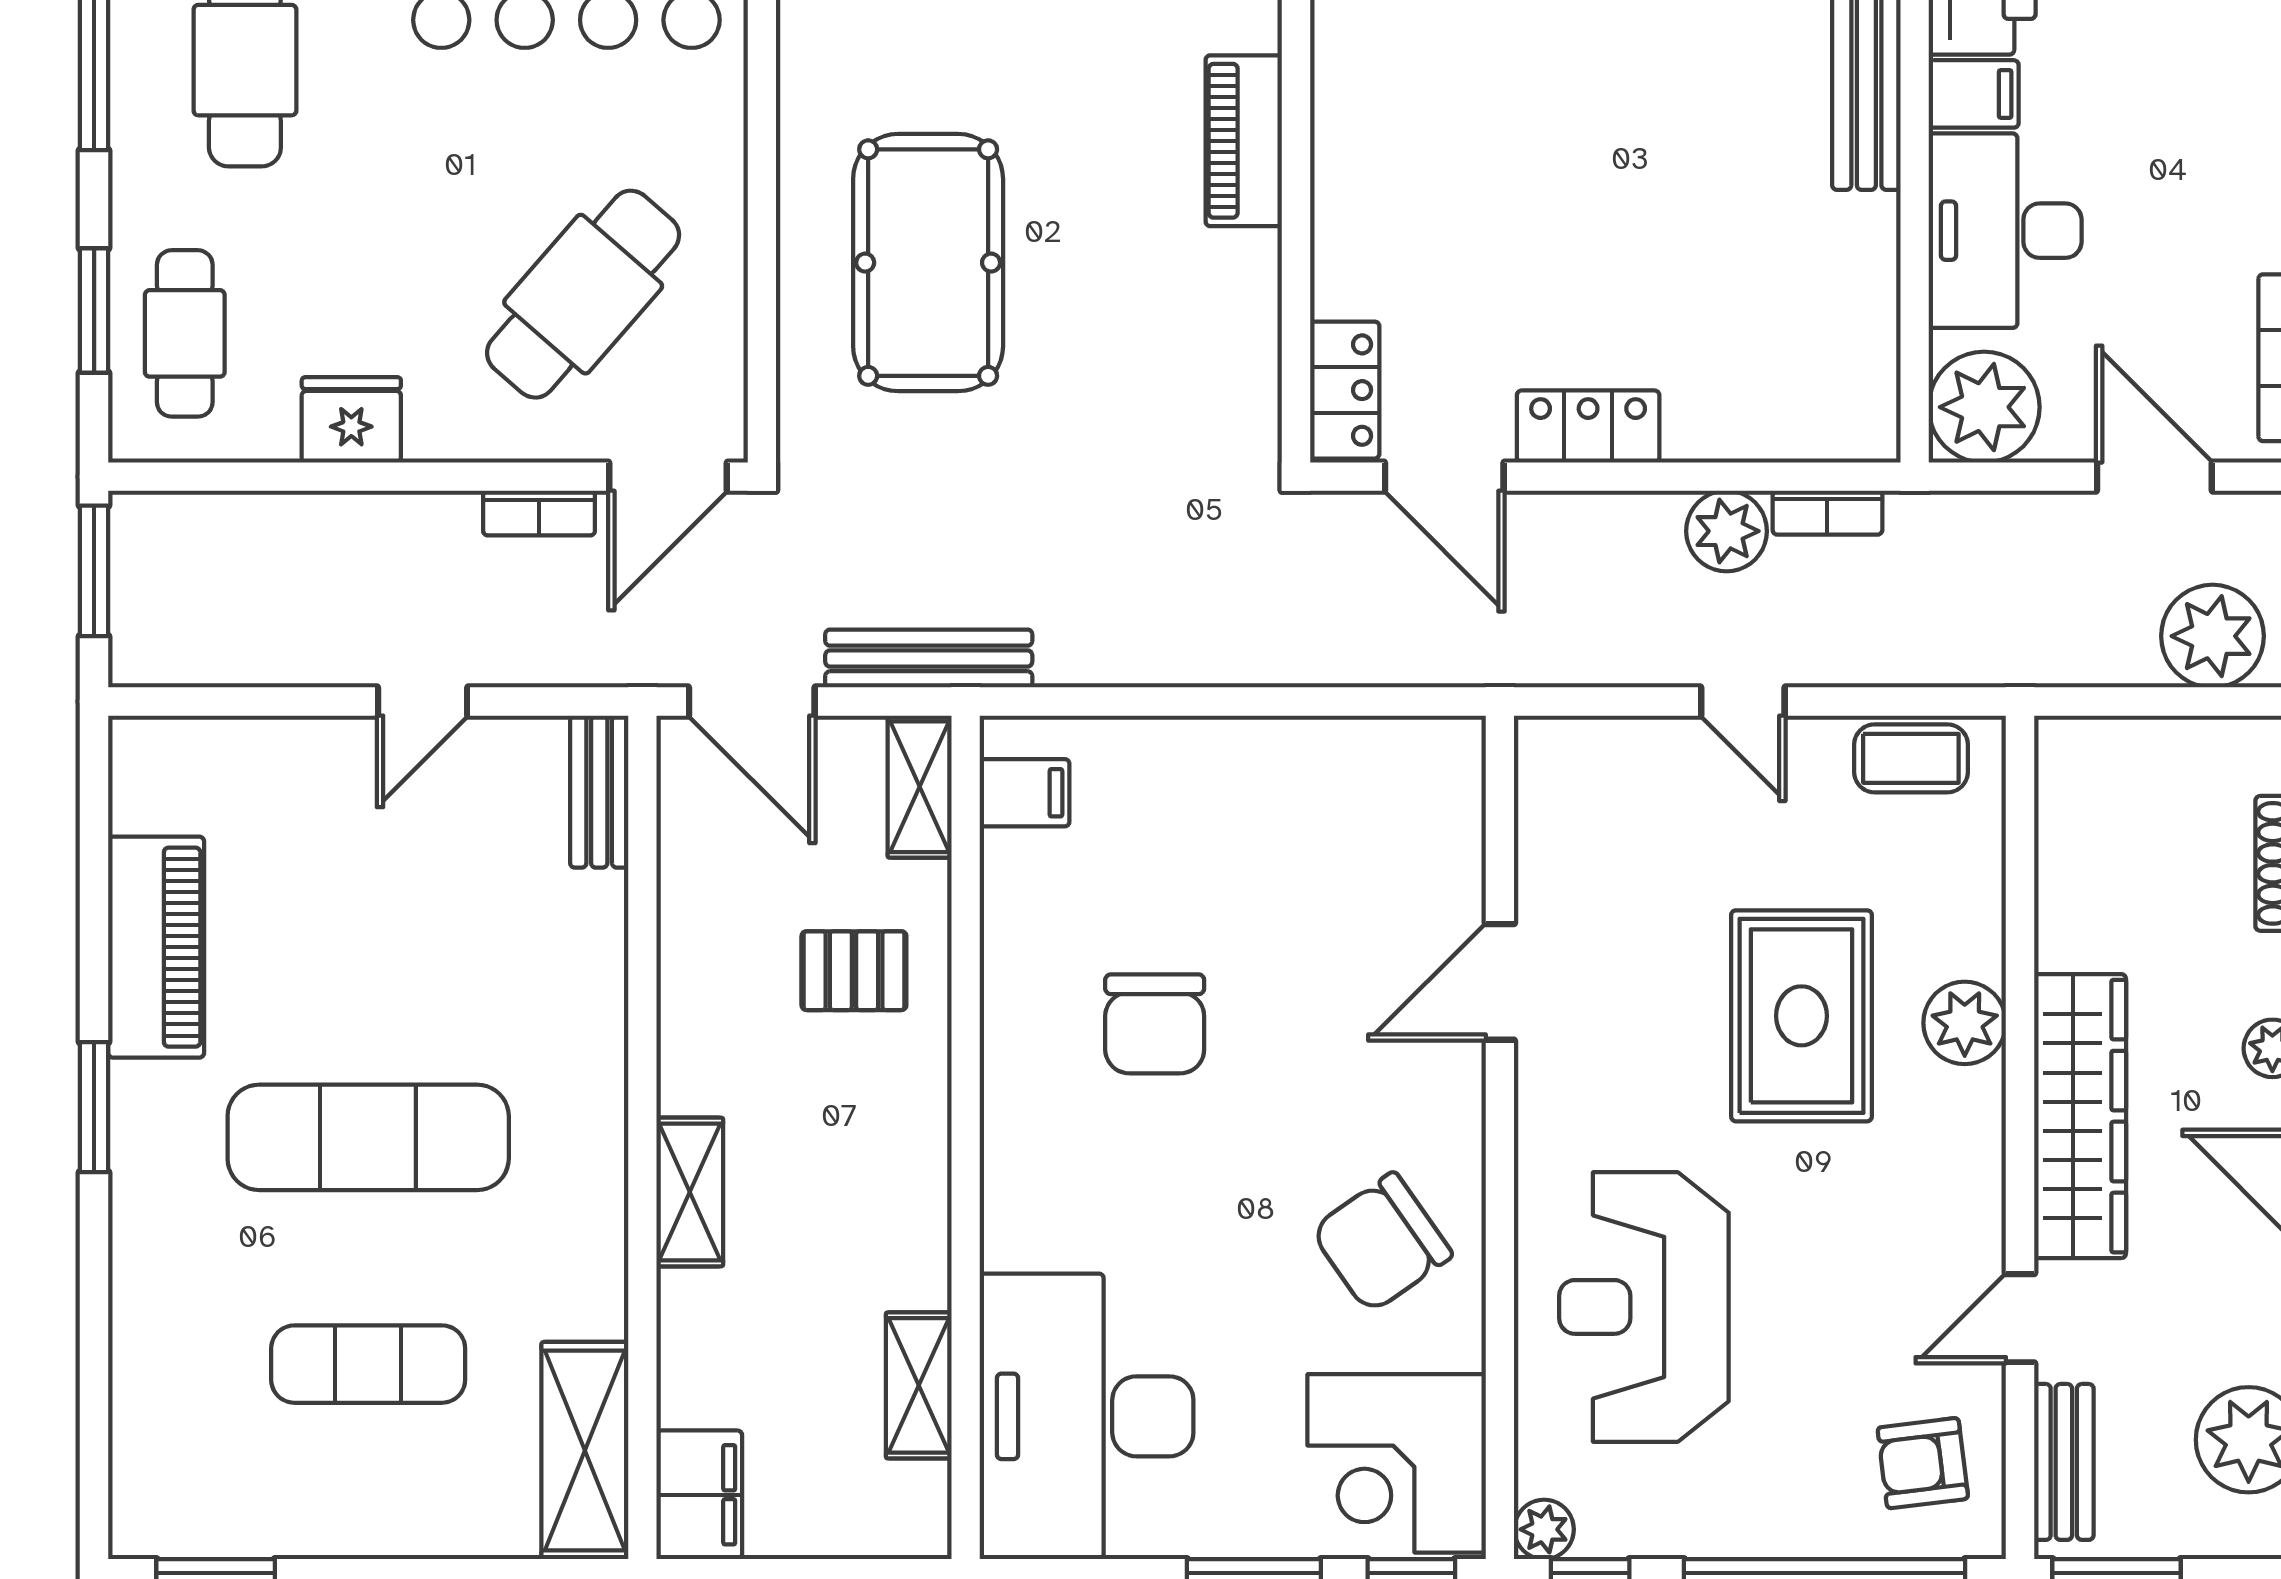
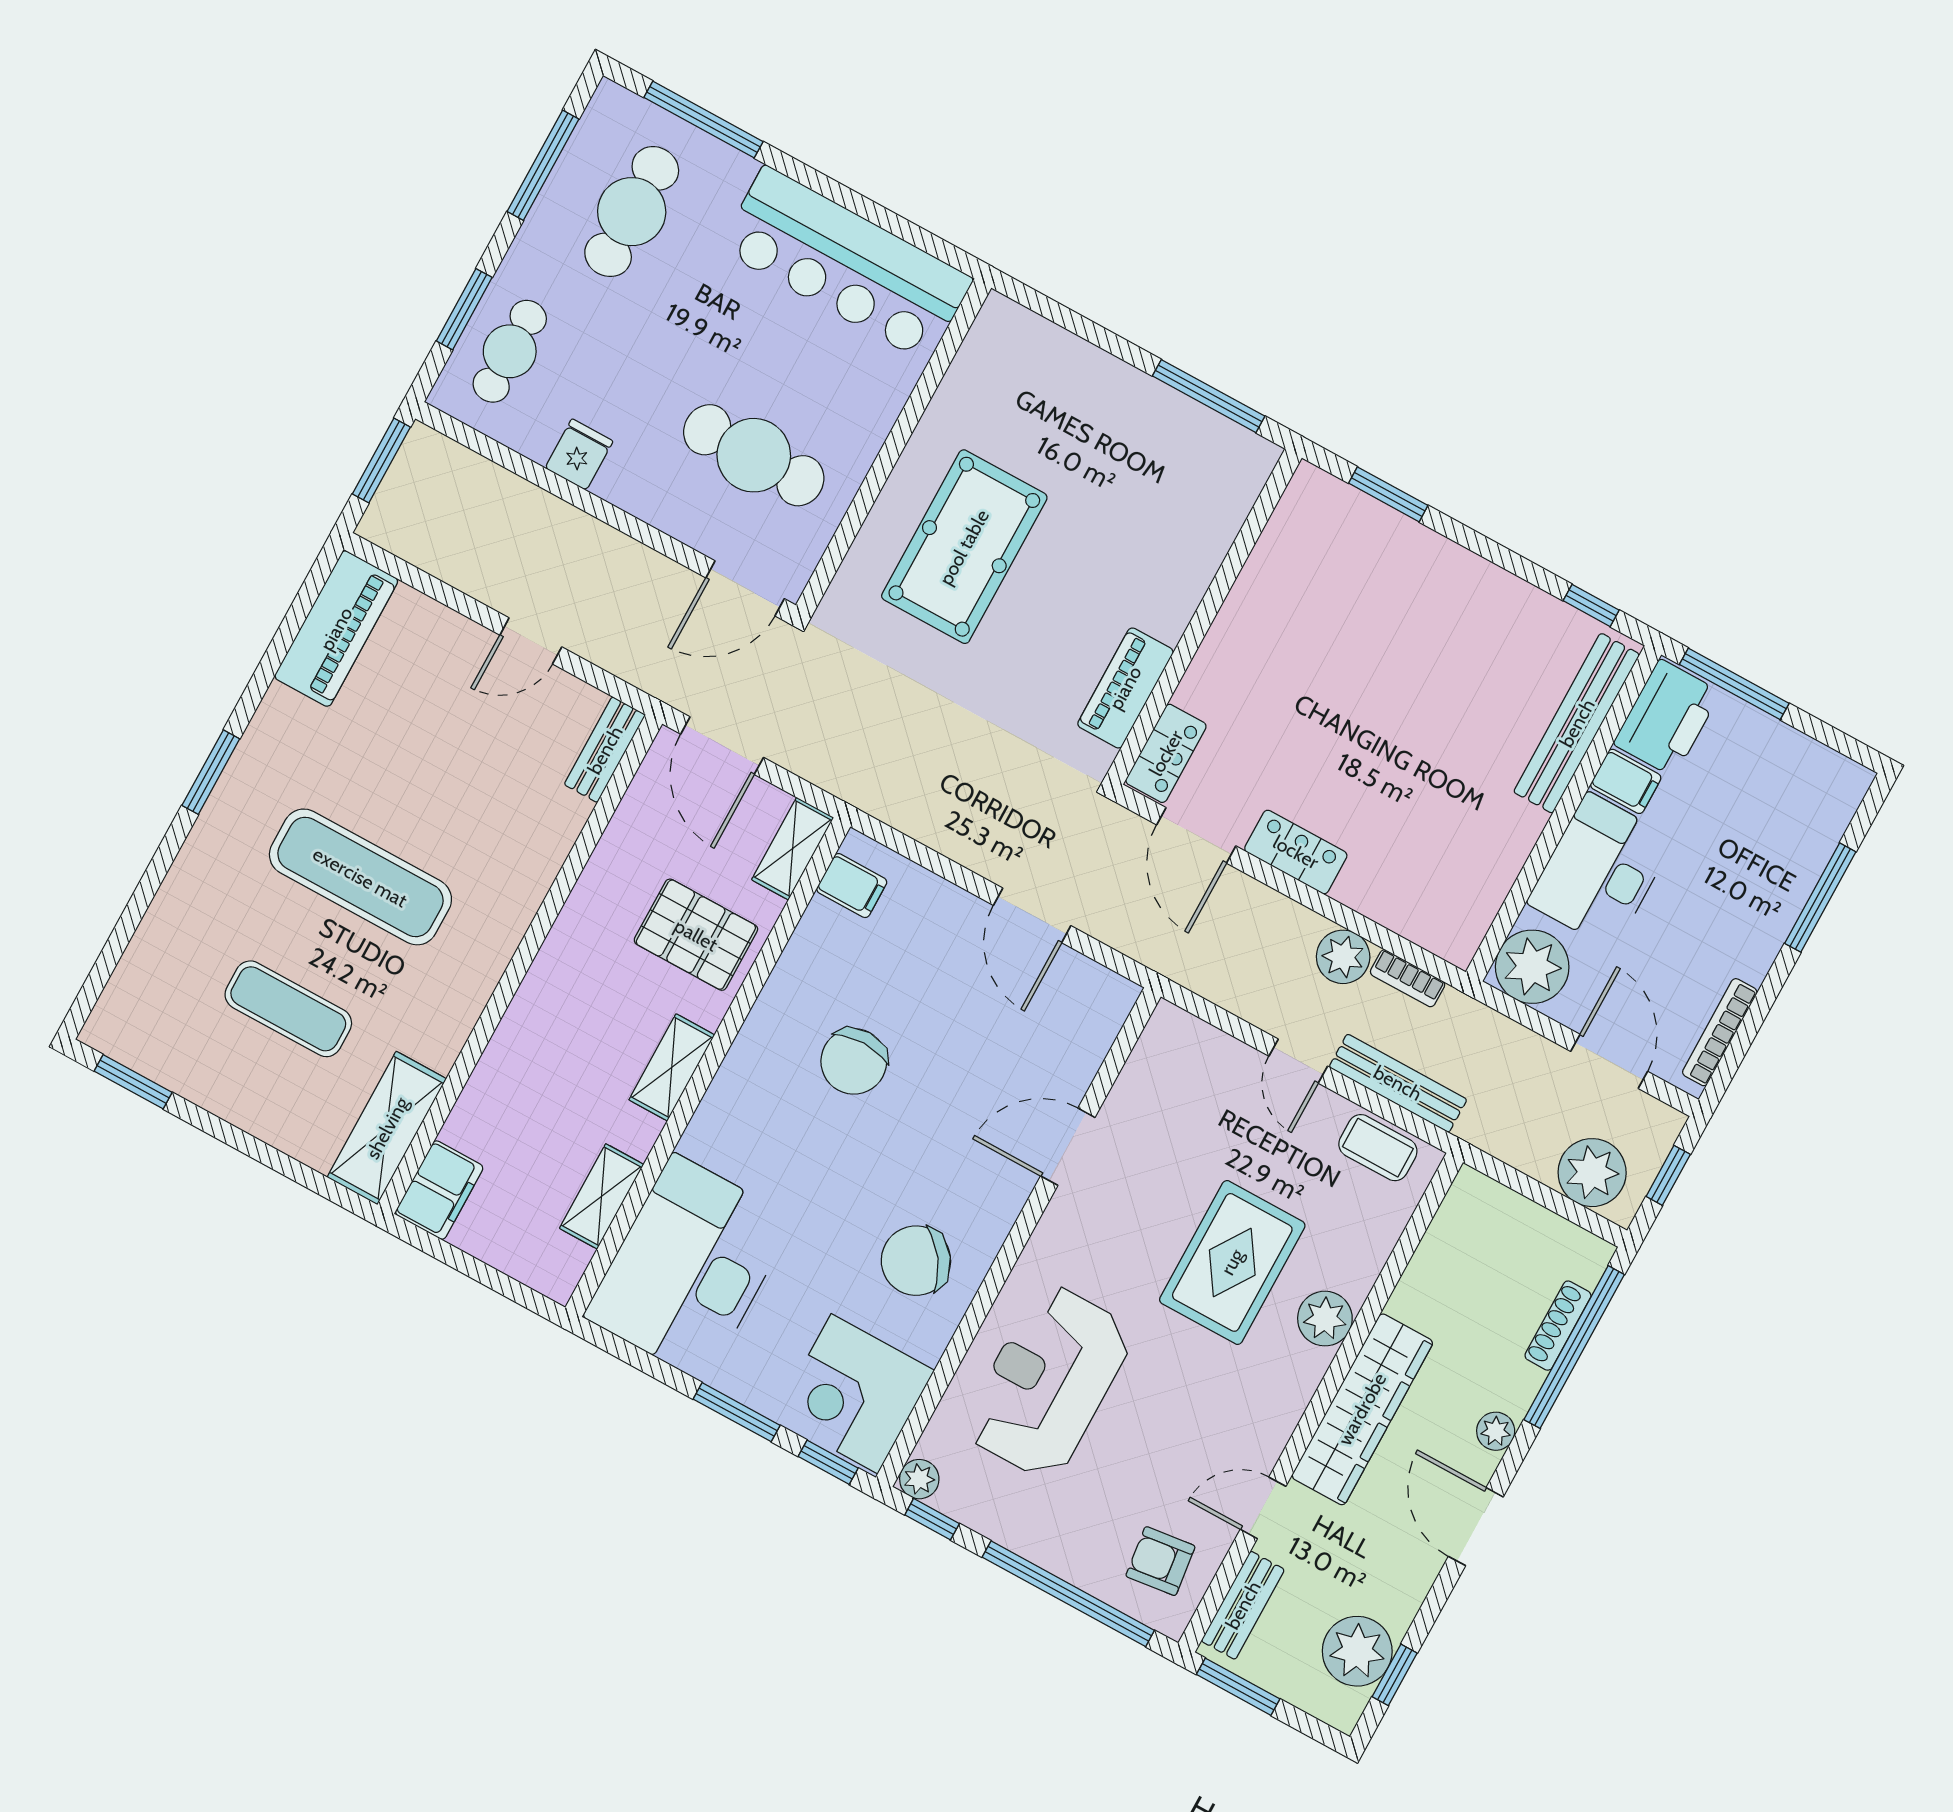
piano: (1244, 141) -> (1125, 688), moved
cafe table: (583, 294) -> (754, 455), turned 49
fridge: (351, 420) -> (579, 455), width x0.72
bookcase: (539, 513) -> (658, 568), removed
bench: (929, 658) -> (1398, 1083), moved
door: (1285, 702) -> (1032, 915), added
piano: (156, 947) -> (336, 629), moved
pallet: (854, 971) -> (696, 935), width x1.50, depth x1.42
shelving: (690, 1192) -> (672, 1067), moved

